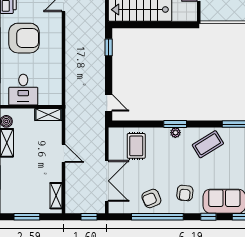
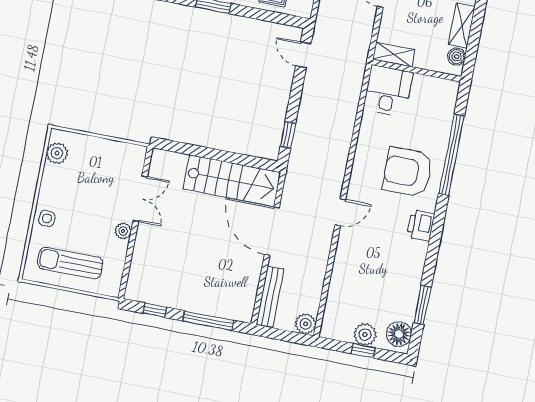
desk: (23, 90) -> (388, 91), moved

